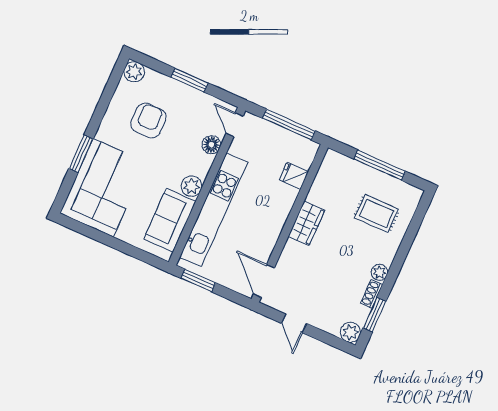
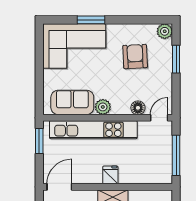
window: (190, 80) -> (176, 59), moved
armchair: (148, 121) -> (135, 57), turned -93
fridge: (294, 176) -> (110, 175), moved

